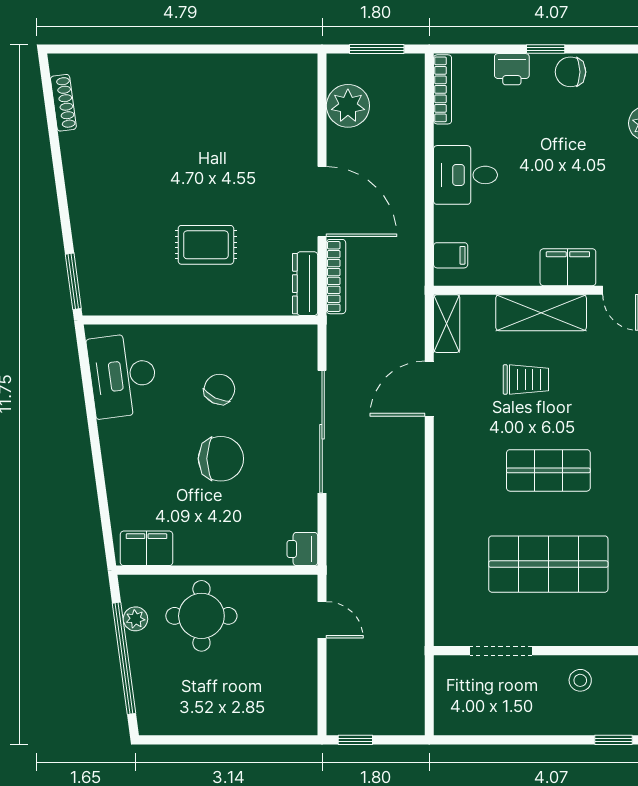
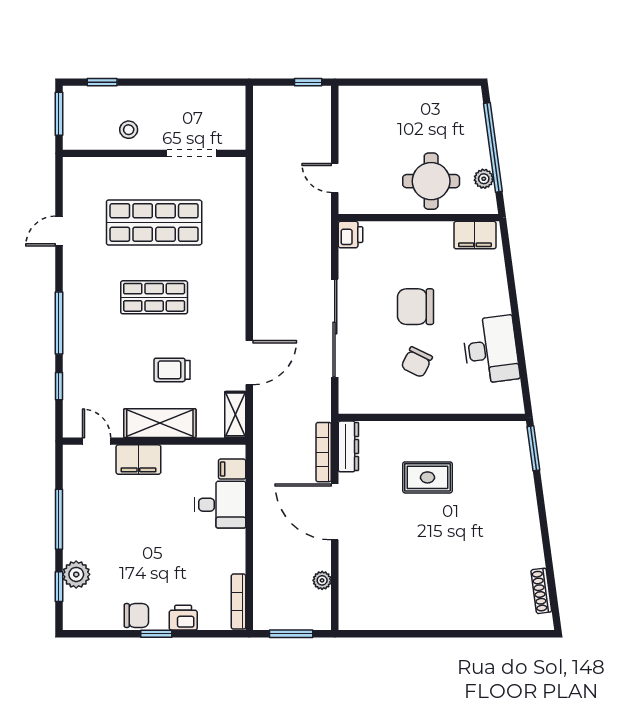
plant: (348, 106) -> (322, 580), width x0.53, depth x0.53
desk: (466, 175) -> (220, 505), moved
desk: (123, 375) -> (491, 350), moved

